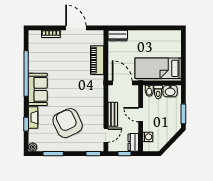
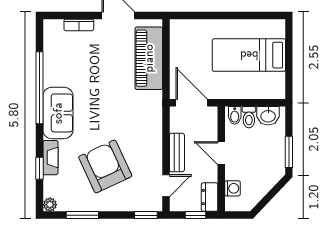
dresser: (118, 36) -> (185, 28), removed
piano: (97, 60) -> (149, 58), width x1.37, depth x1.33
bed: (158, 68) -> (249, 55), moved

